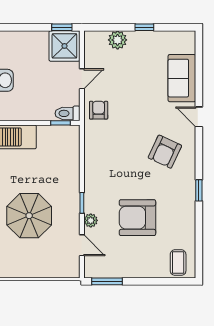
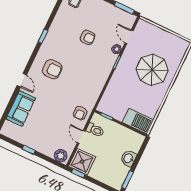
plant: (118, 40) -> (61, 156), moved
door: (82, 79) -> (81, 137), hinge flipped
toilet: (67, 113) -> (95, 130), moved
armchair: (165, 152) -> (52, 69), turned 65
armchair: (137, 218) -> (88, 37), width x0.53, depth x0.53

